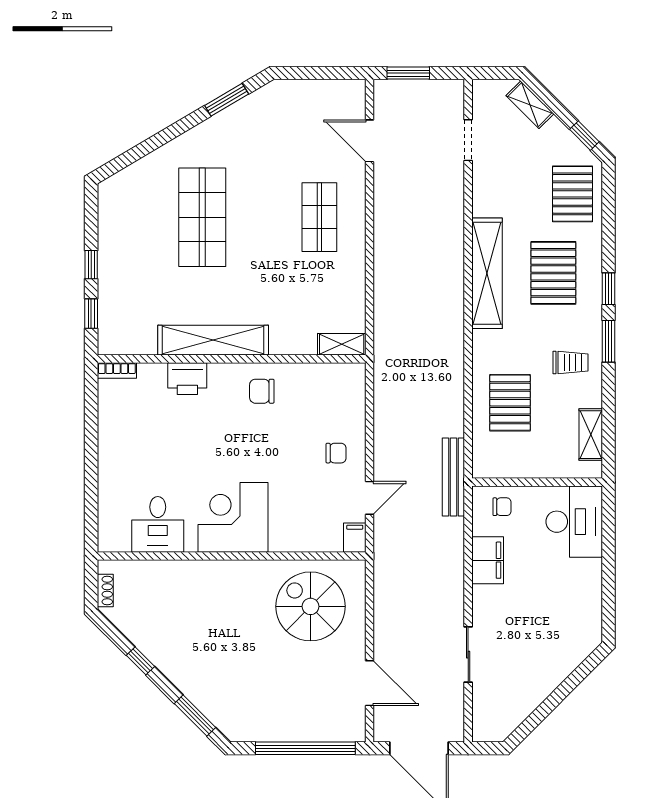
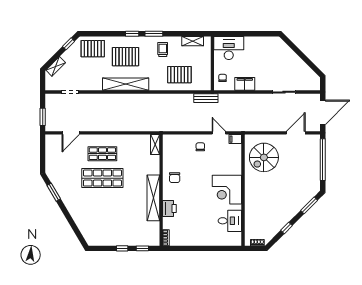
shop shelf: (202, 217) -> (102, 178), moved
bench: (453, 477) -> (206, 98), width x0.73

